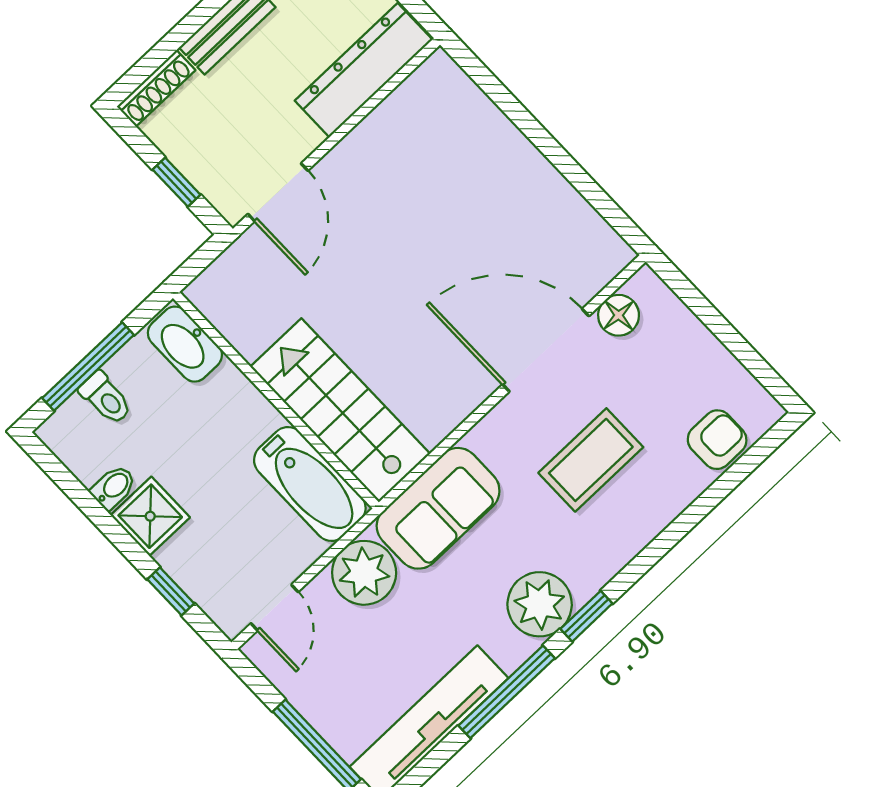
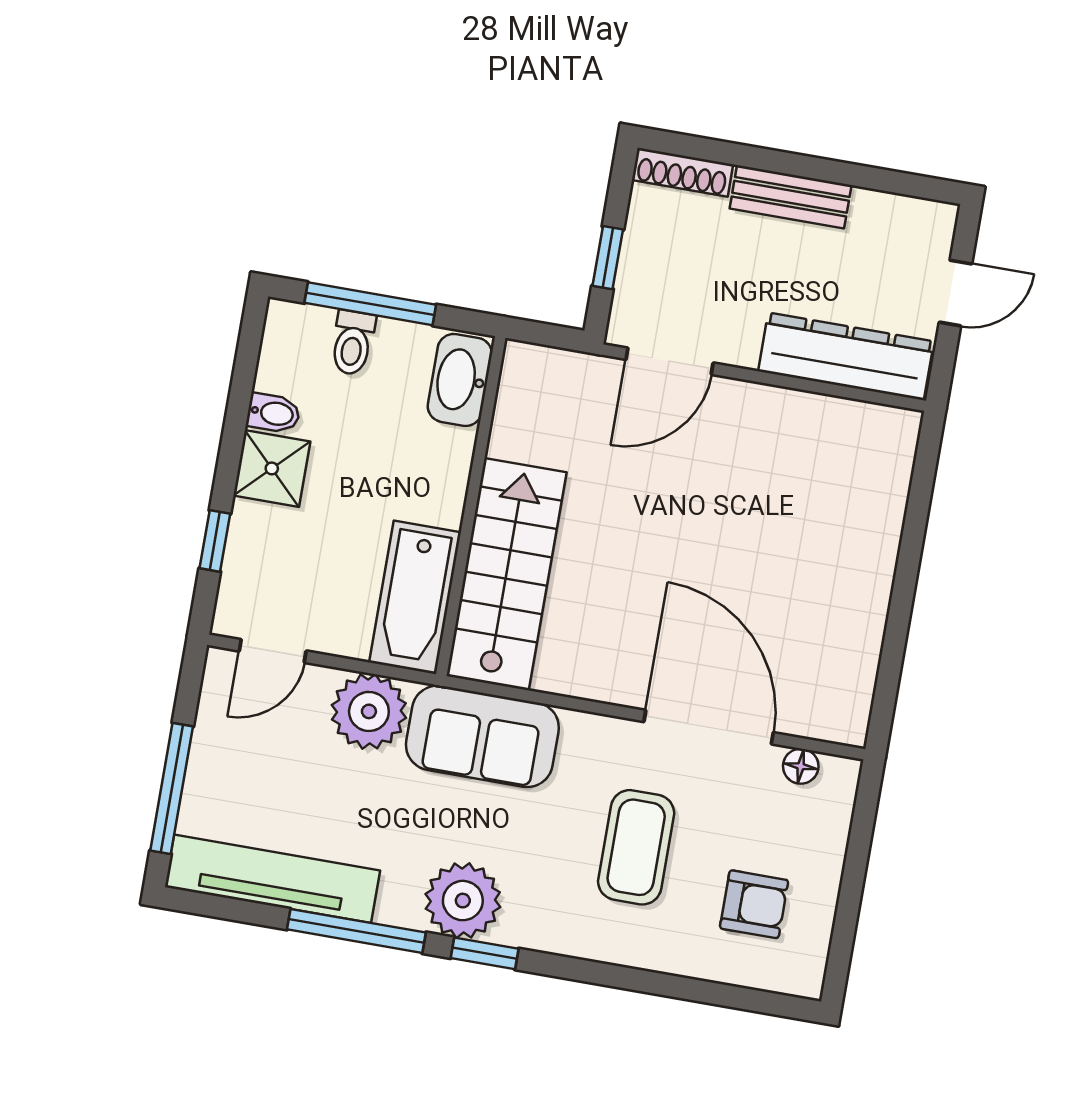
floor lamp: (619, 315) -> (801, 766), width x0.73, depth x0.73
armchair: (717, 440) -> (754, 904), moved
coffee table: (591, 460) -> (636, 847), turned 90

